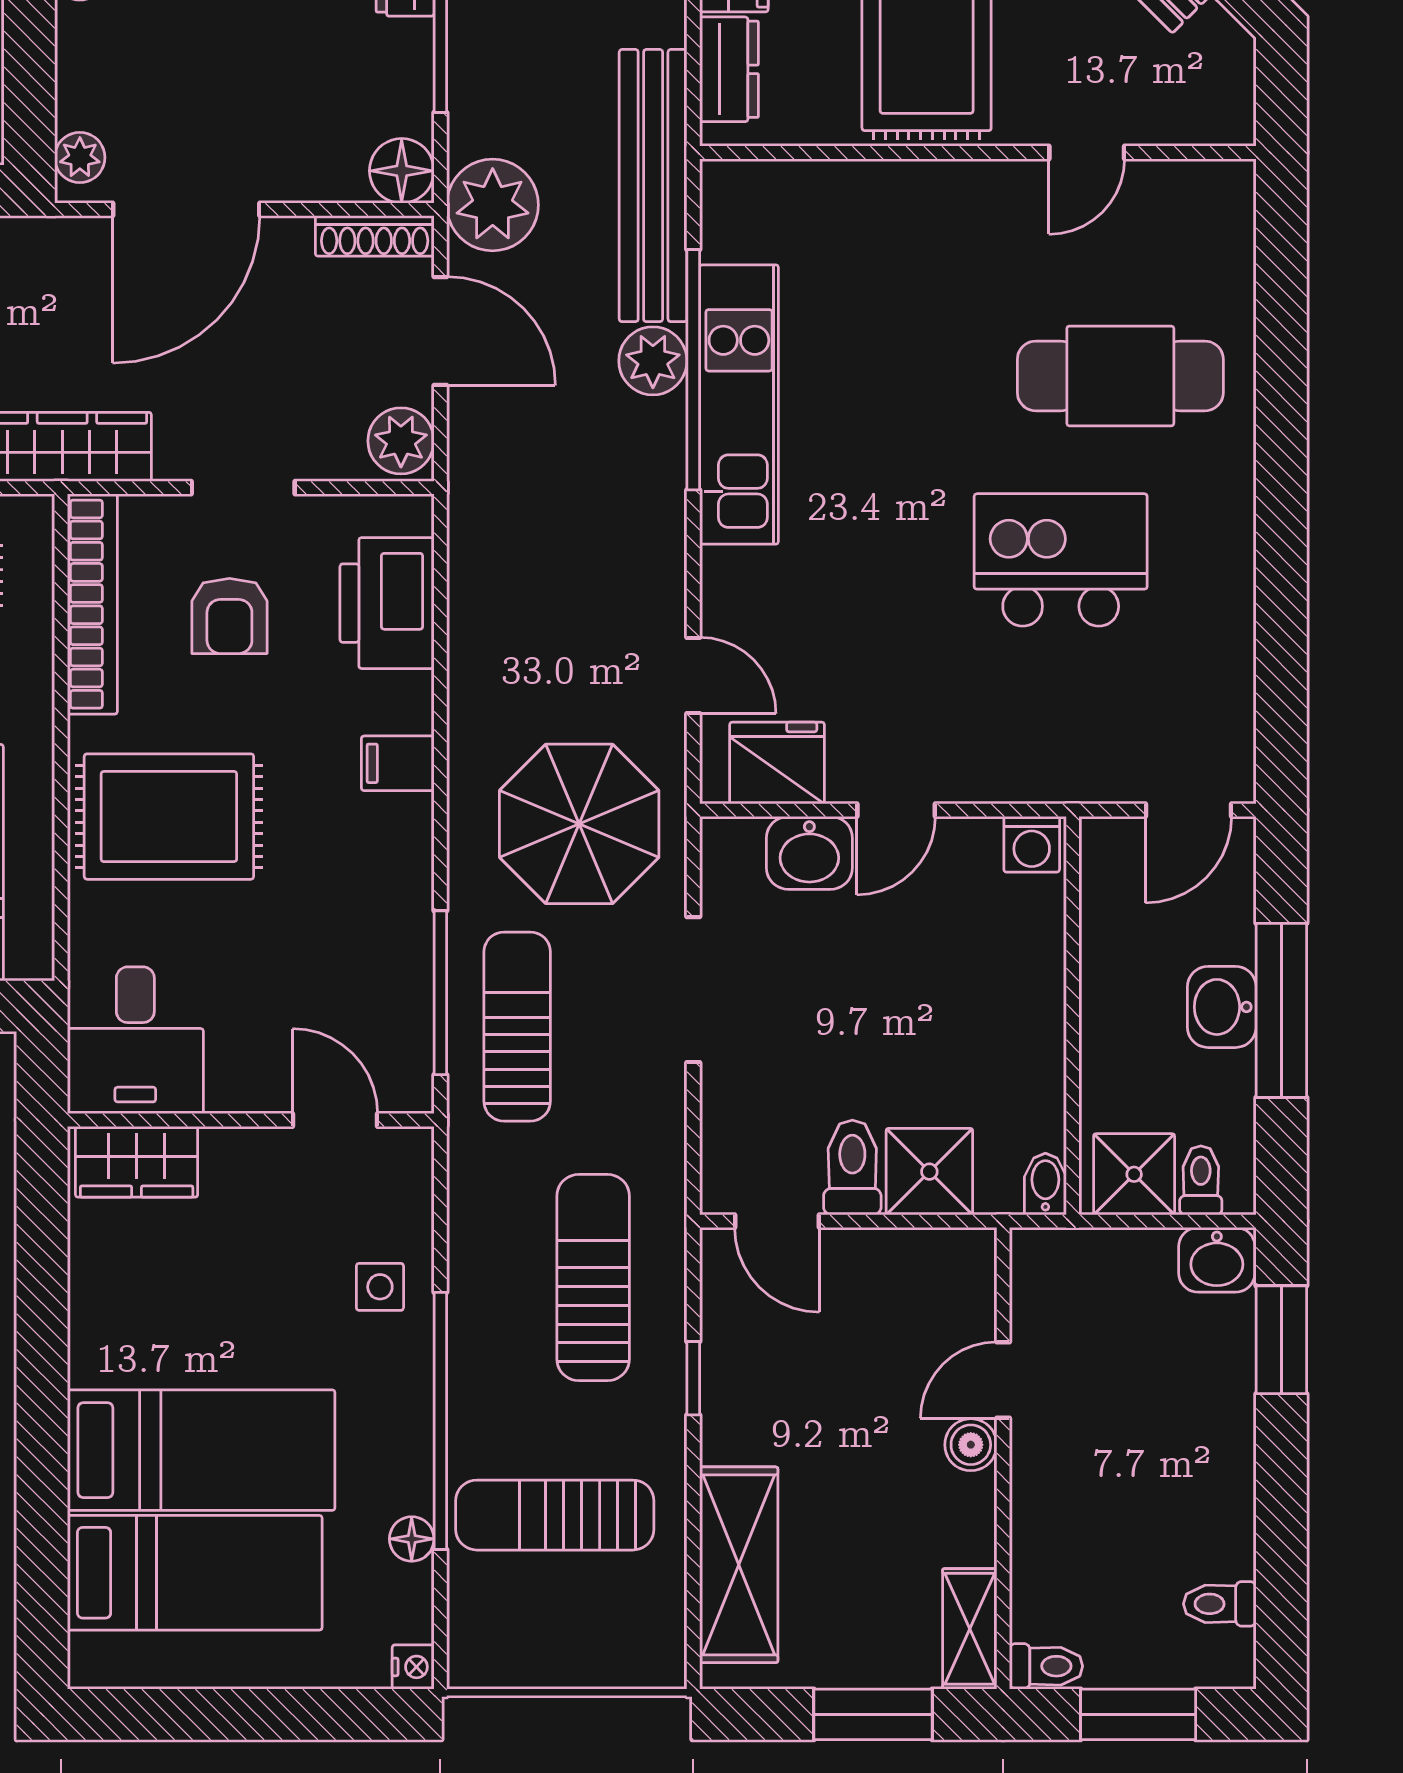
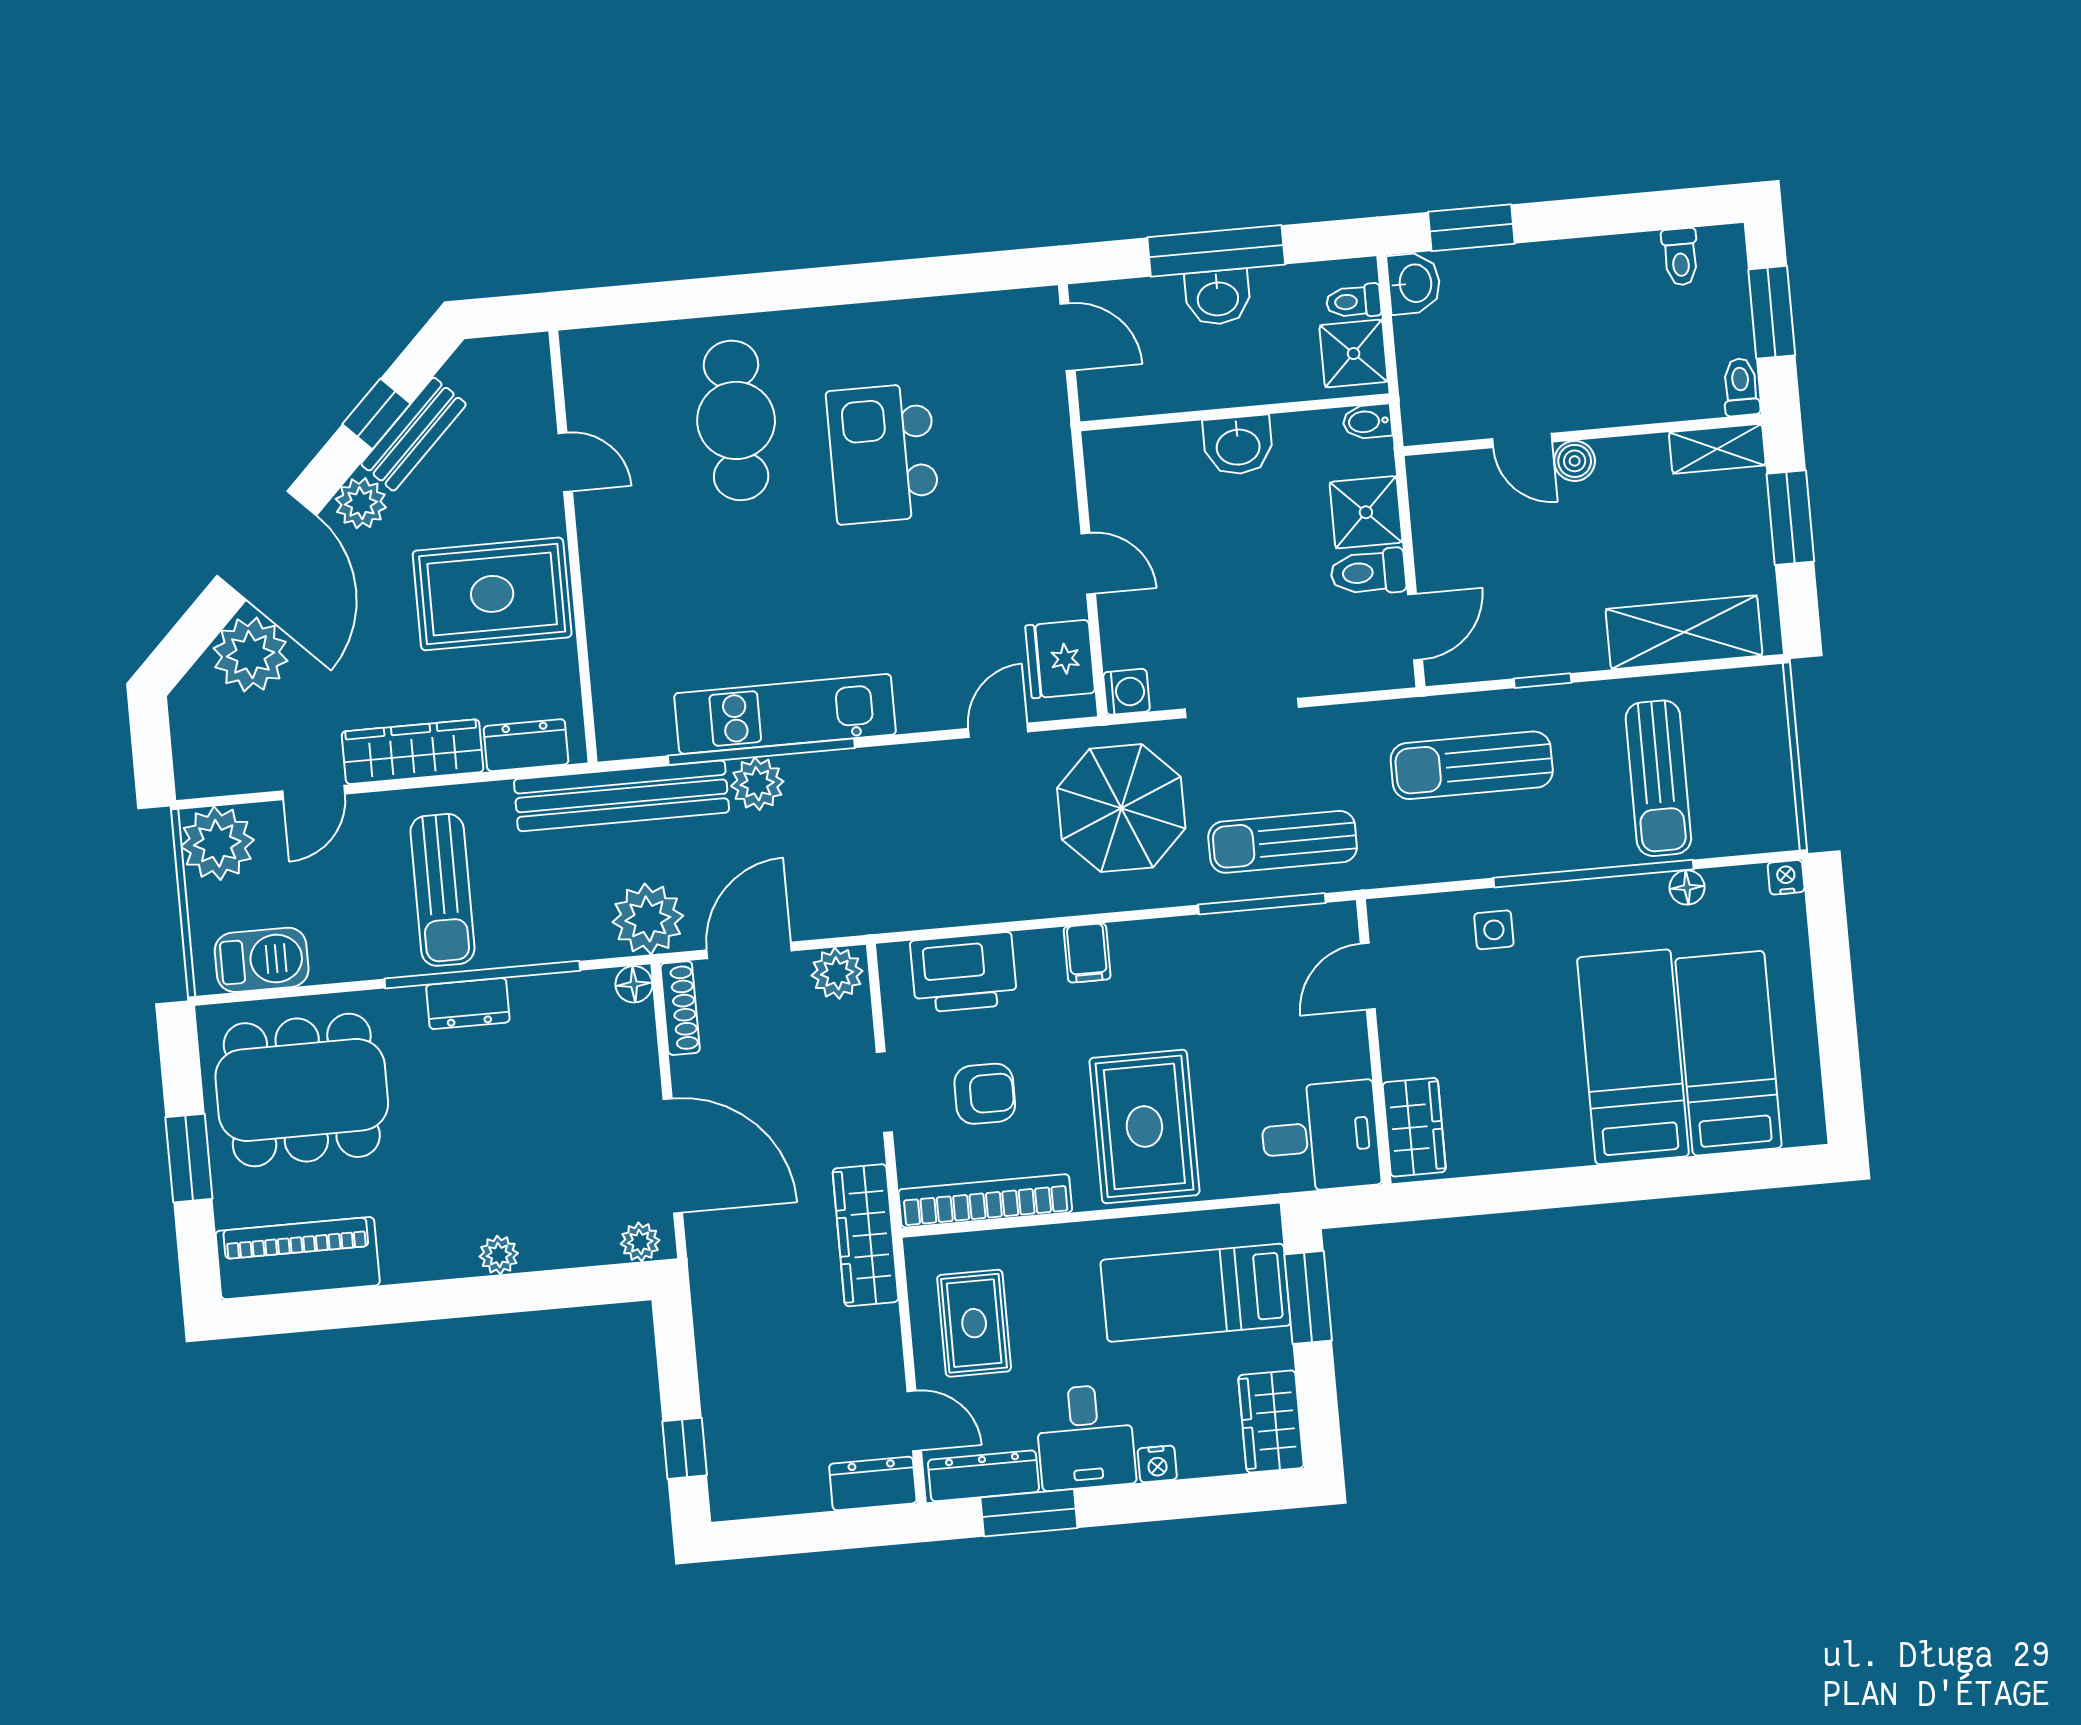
floor lamp: (402, 171) -> (634, 984), width x0.73, depth x0.73
washing machine: (1032, 844) -> (1127, 692), moved
washbasin: (809, 853) -> (1238, 445), moved, turned 90

